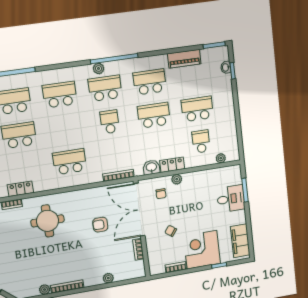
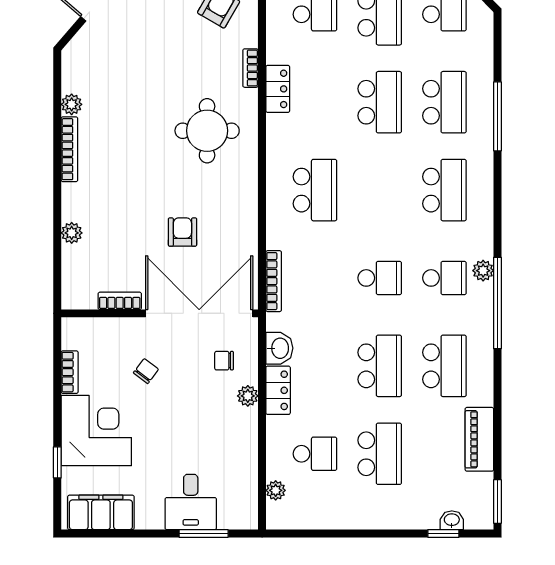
school desk: (105, 88) -> (444, 278), width x0.54

